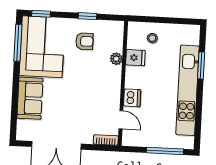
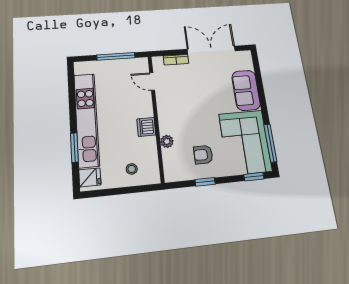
fridge: (135, 58) -> (90, 177), moved, turned 180
dishwasher: (132, 98) -> (146, 127), moved
bookcase: (106, 140) -> (176, 60), moved
window: (165, 151) -> (116, 56), moved

